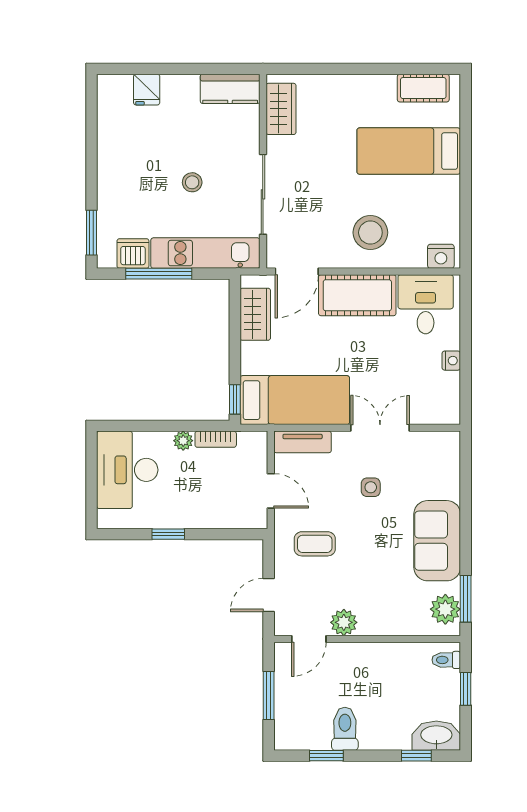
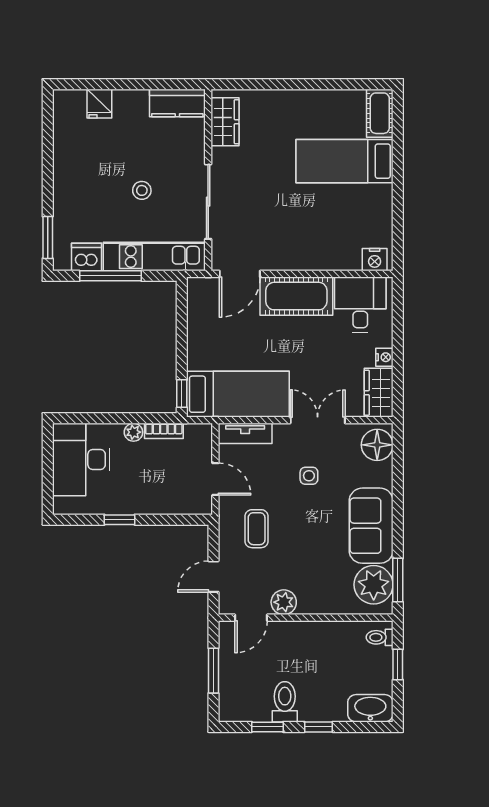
cot: (423, 88) -> (380, 113), moved, turned 90
stool: (370, 233) -> (309, 237), removed
wardrobe: (255, 314) -> (379, 393), moved, turned 180
floor lamp: (444, 454) -> (377, 445), added
coffee table: (315, 544) -> (257, 529), turned 90
plant: (445, 609) -> (374, 585), width x1.36, depth x1.36
window: (416, 756) -> (319, 727), moved

